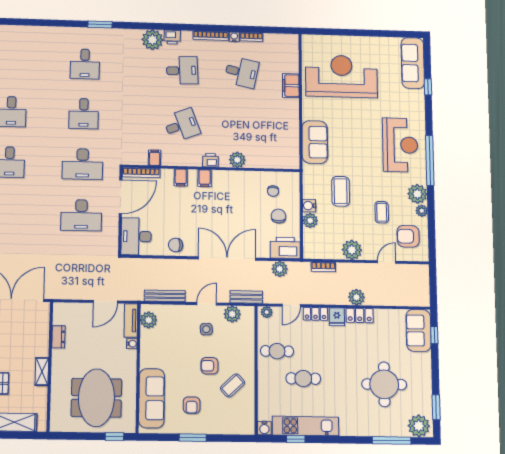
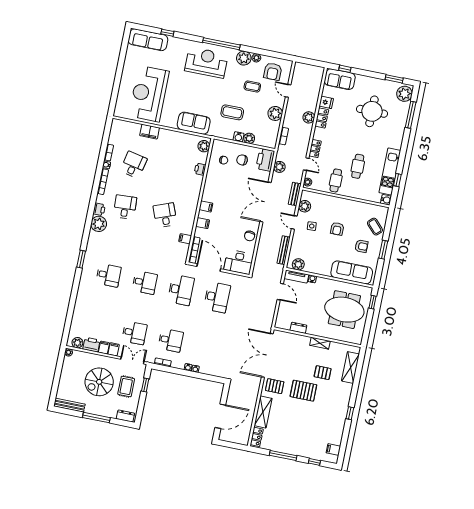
printer: (210, 160) -> (200, 169), moved
plant: (237, 160) -> (204, 146), moved
fridge: (337, 317) -> (326, 102), moved
coffee table: (233, 385) -> (375, 227), moved

